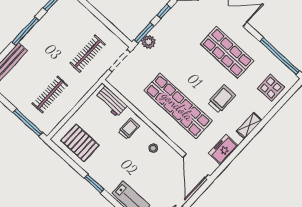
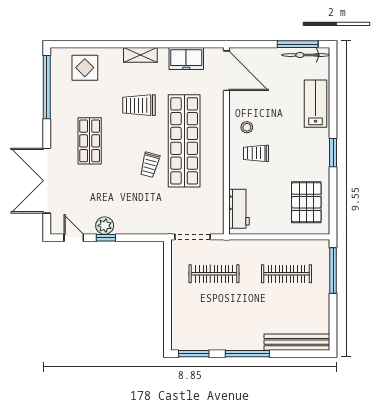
window: (144, 33) -> (144, 238), removed
plant: (148, 42) -> (105, 226), moved
shop shelf: (227, 52) -> (90, 141), width x0.70, depth x0.74
trolley: (182, 74) -> (150, 165), added
trolley: (129, 129) -> (256, 153), moved
door: (196, 166) -> (226, 71), hinge flipped

